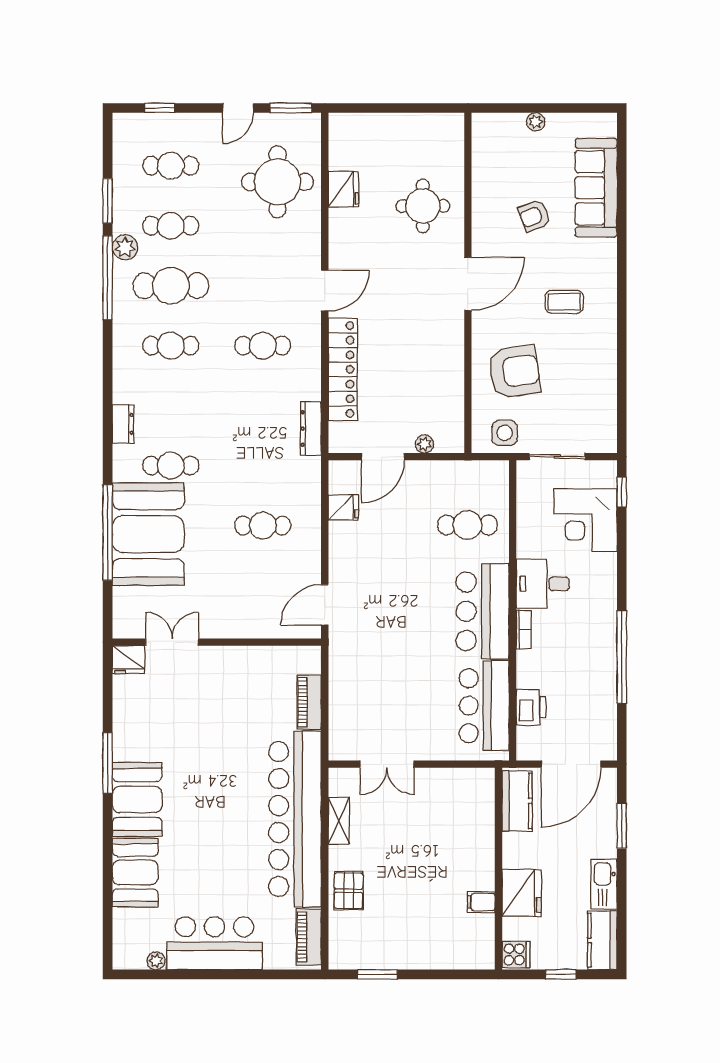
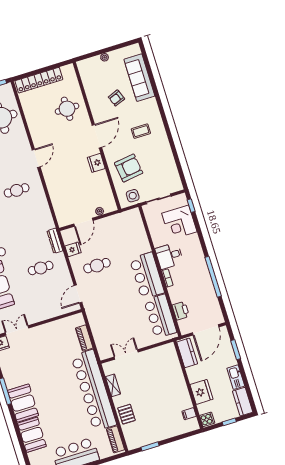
fridge: (344, 189) -> (96, 163), moved, turned 180
locker: (343, 369) -> (39, 80), moved, turned 90
dresser: (311, 428) -> (55, 241), moved
cafe table: (467, 525) -> (97, 266), moved
double door: (387, 764) -> (126, 354), swing flipped
filing cabinet: (481, 902) -> (189, 414), moved

